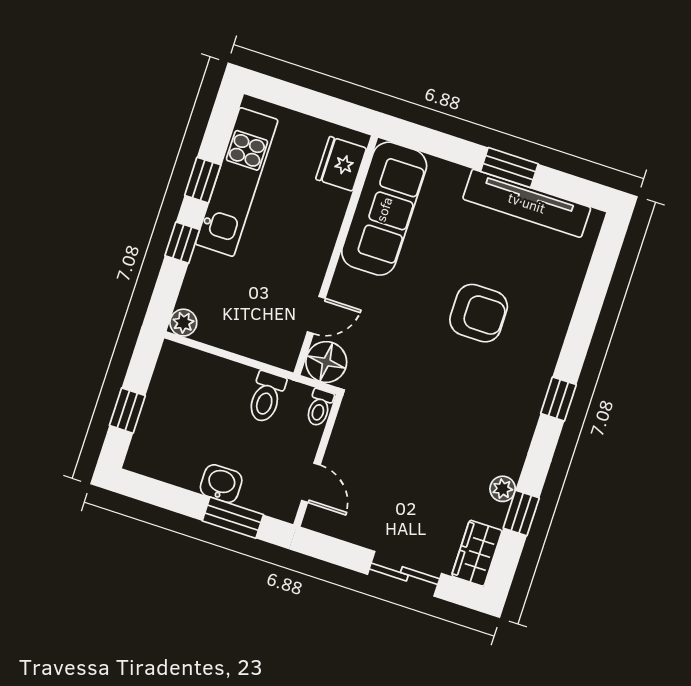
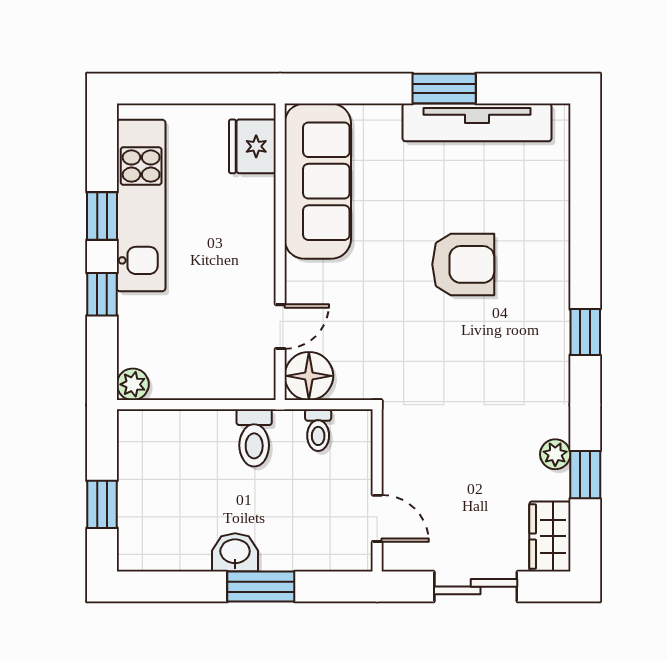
wall: (318, 461) -> (377, 490), moved
door: (311, 483) -> (377, 518), moved

